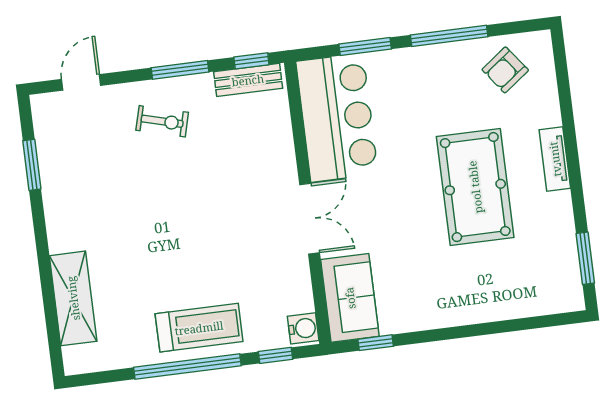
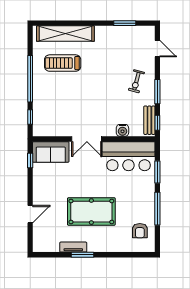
armchair: (505, 70) -> (140, 231), turned -143
tv unit: (555, 159) -> (73, 247), moved
window: (585, 258) -> (82, 255), moved
shelving: (73, 298) -> (65, 34), width x1.47
door: (499, 327) -> (30, 214), added
treadmill: (199, 328) -> (63, 63), moved, turned 90
water cooler: (303, 328) -> (122, 130), moved

